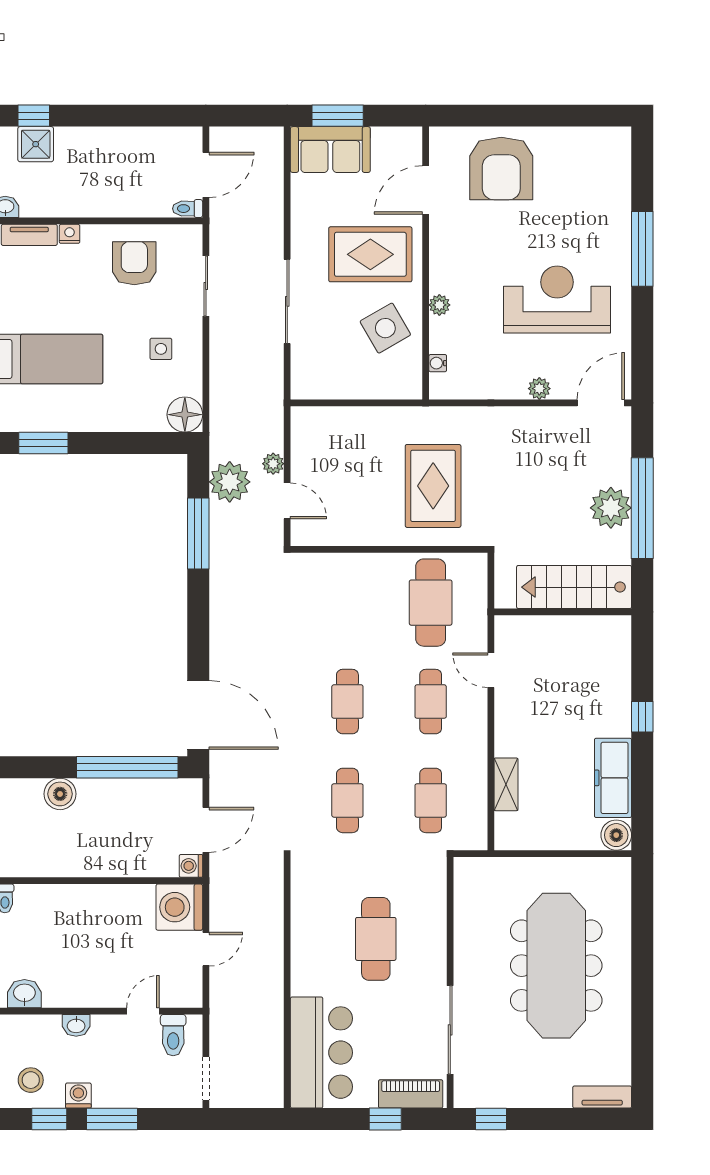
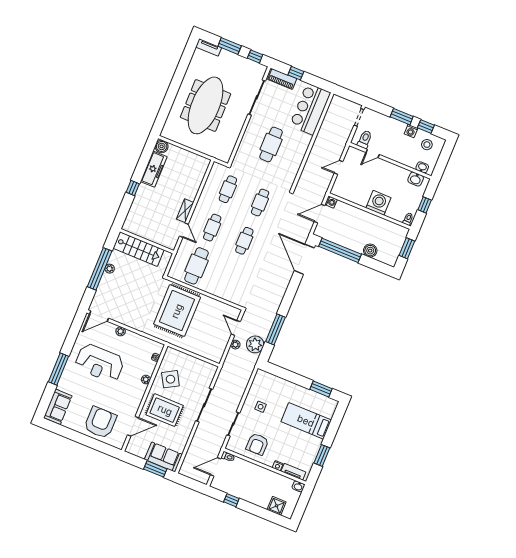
window: (34, 116) -> (231, 500), moved
sofa: (610, 165) -> (58, 407), added
floor lamp: (185, 415) -> (262, 378), removed
rug: (433, 486) -> (177, 311), width x1.37, depth x1.44
plant: (611, 508) -> (110, 269), width x0.53, depth x0.53
shelving: (506, 784) -> (185, 211), moved
washing machine: (179, 907) -> (378, 203), moved, turned -90
washbasin: (76, 1025) -> (422, 167), moved
window: (557, 1119) -> (230, 46), added

